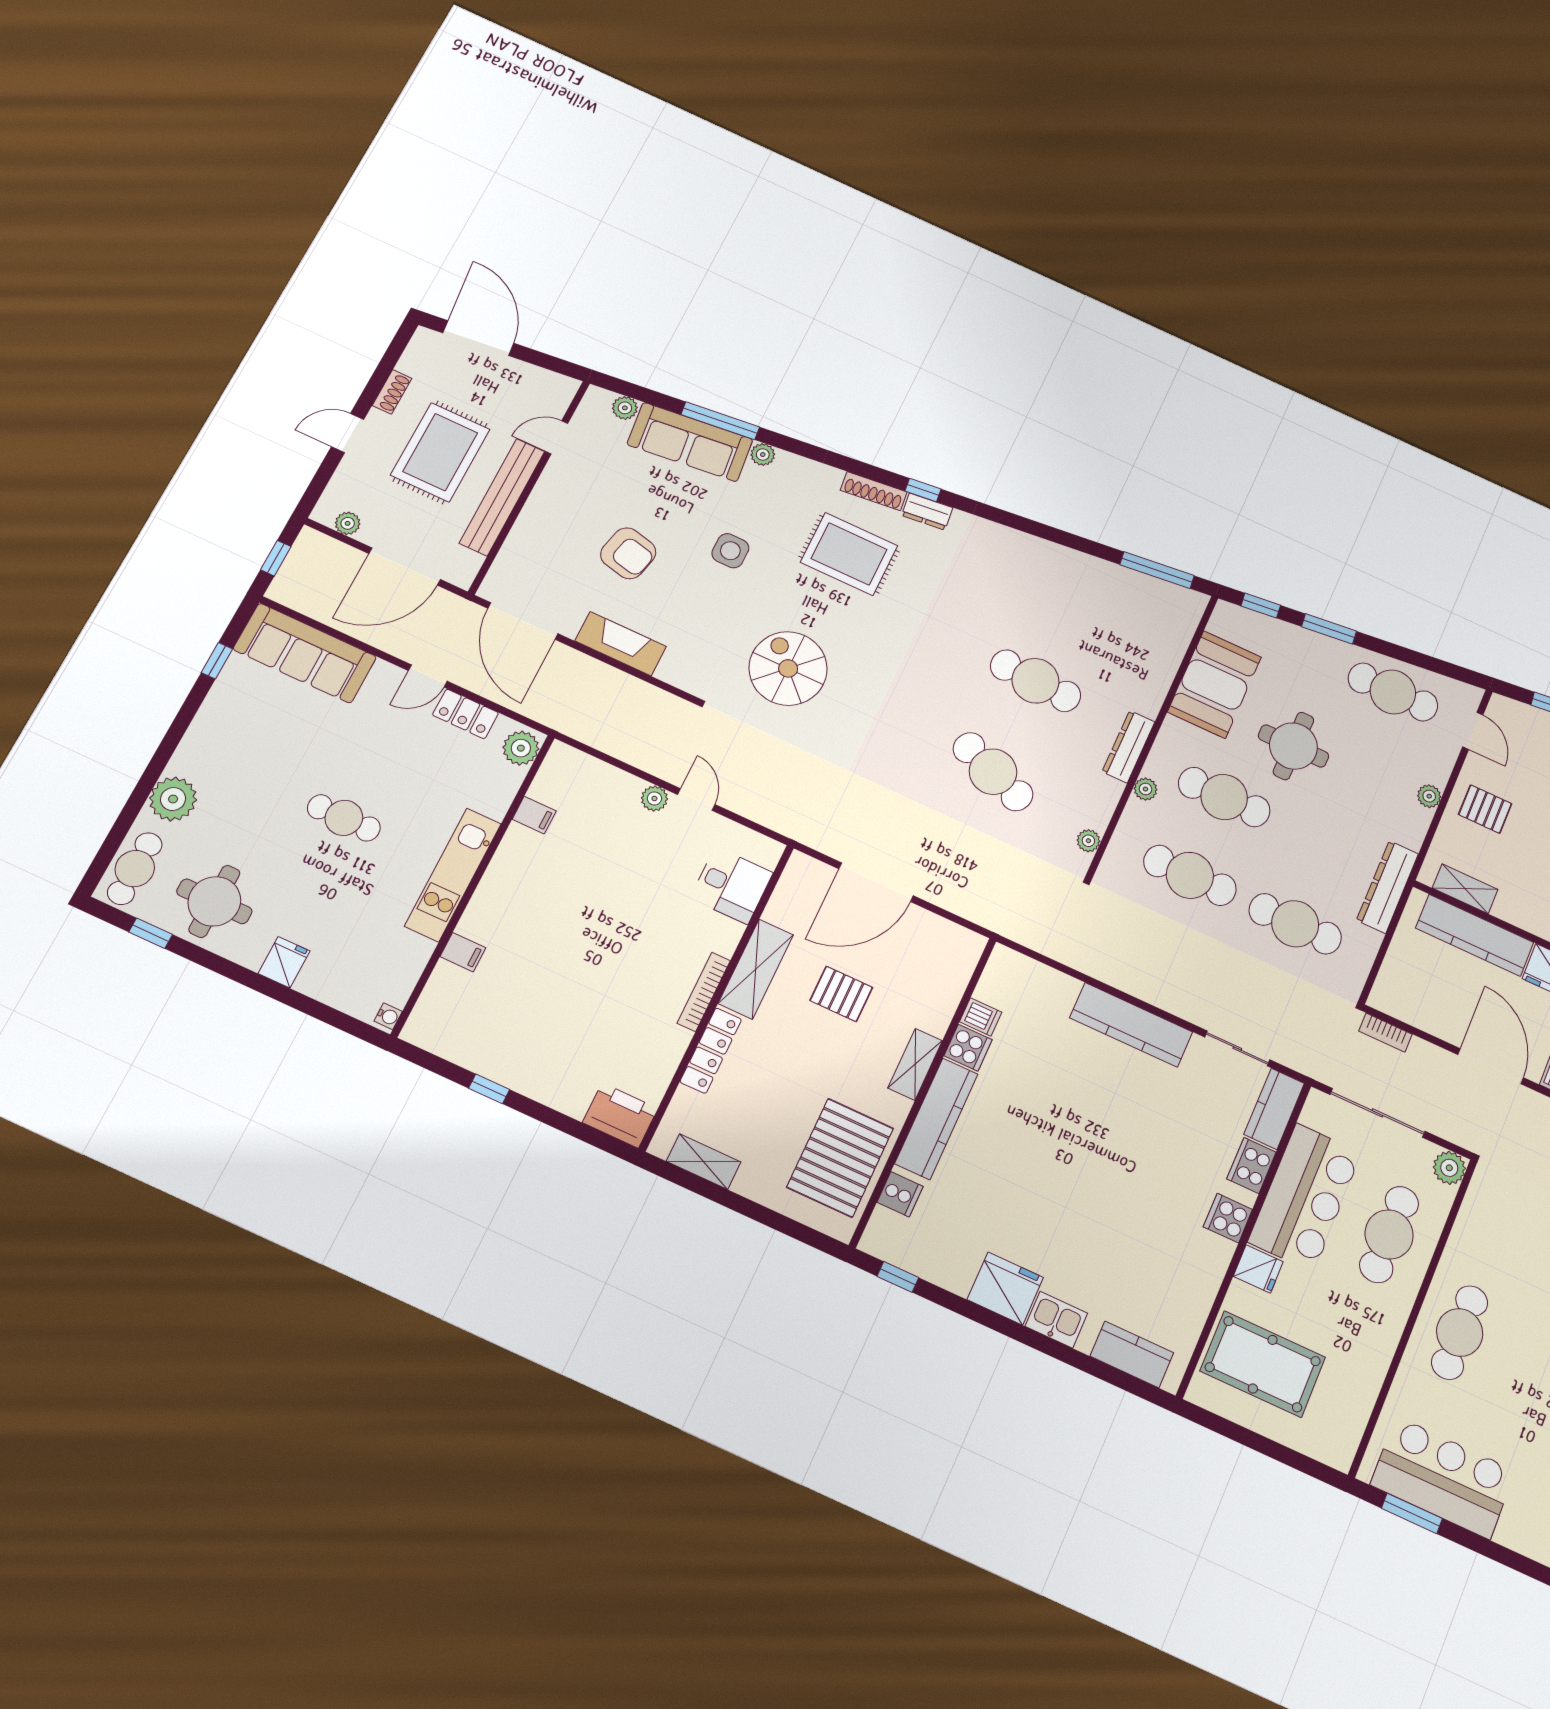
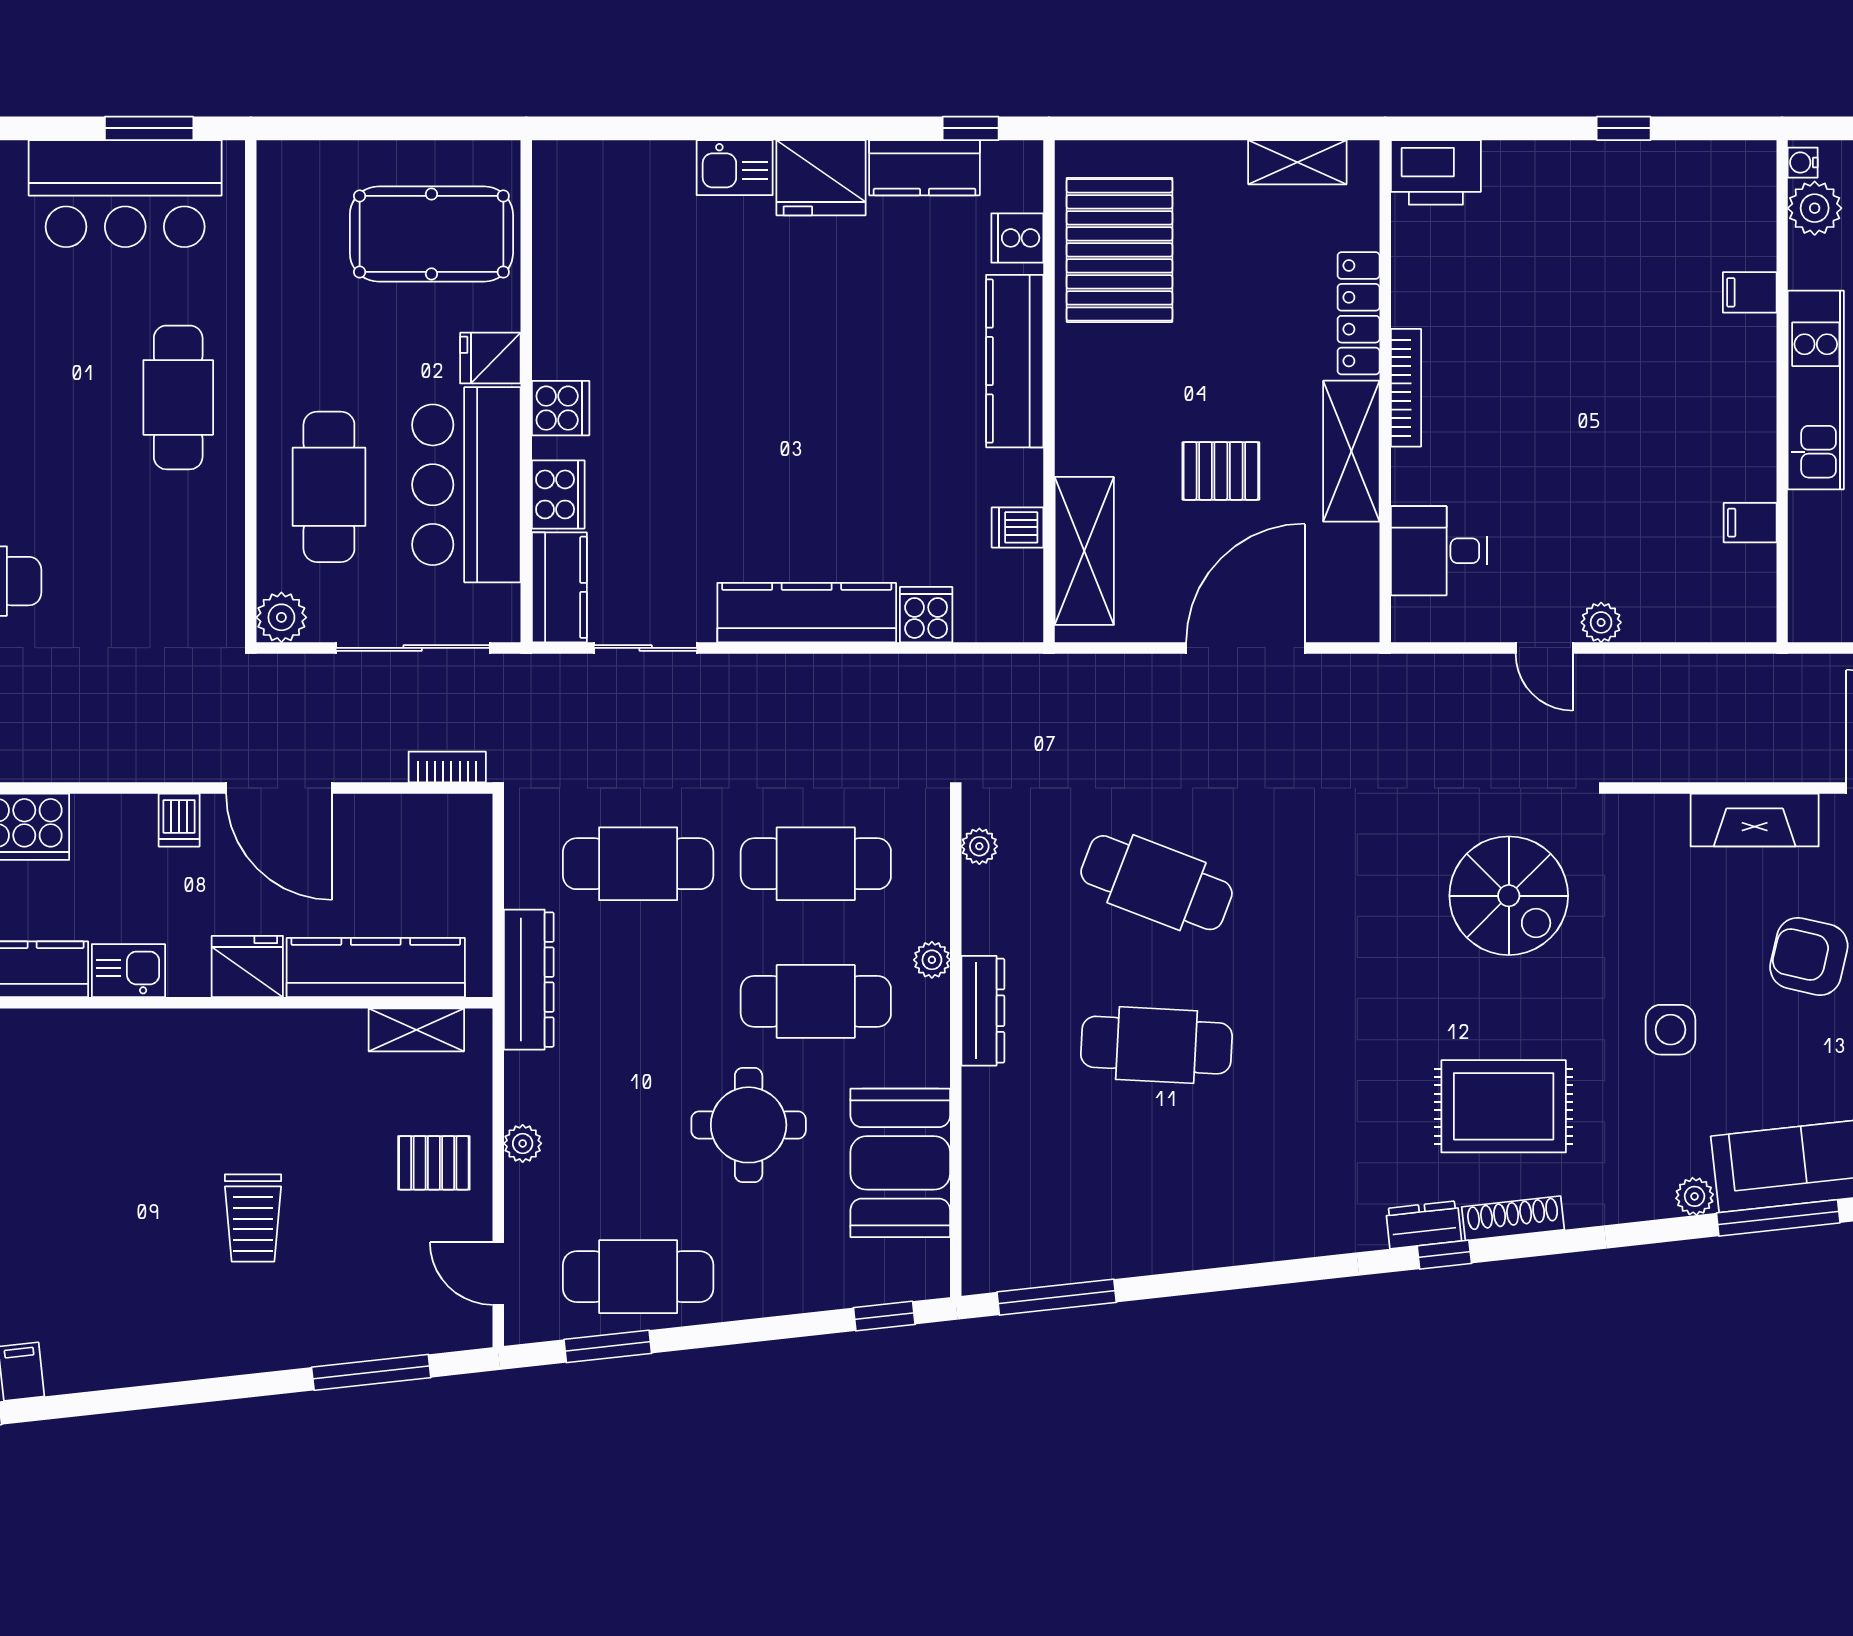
window: (1329, 629) -> (608, 1346), moved
plant: (521, 748) -> (1815, 208), moved
cooker: (968, 1048) -> (926, 615), moved, turned 90
shelving: (915, 1064) -> (1084, 551), moved, width x1.50, depth x1.33
kitchen counter: (1132, 1354) -> (925, 168), moved

